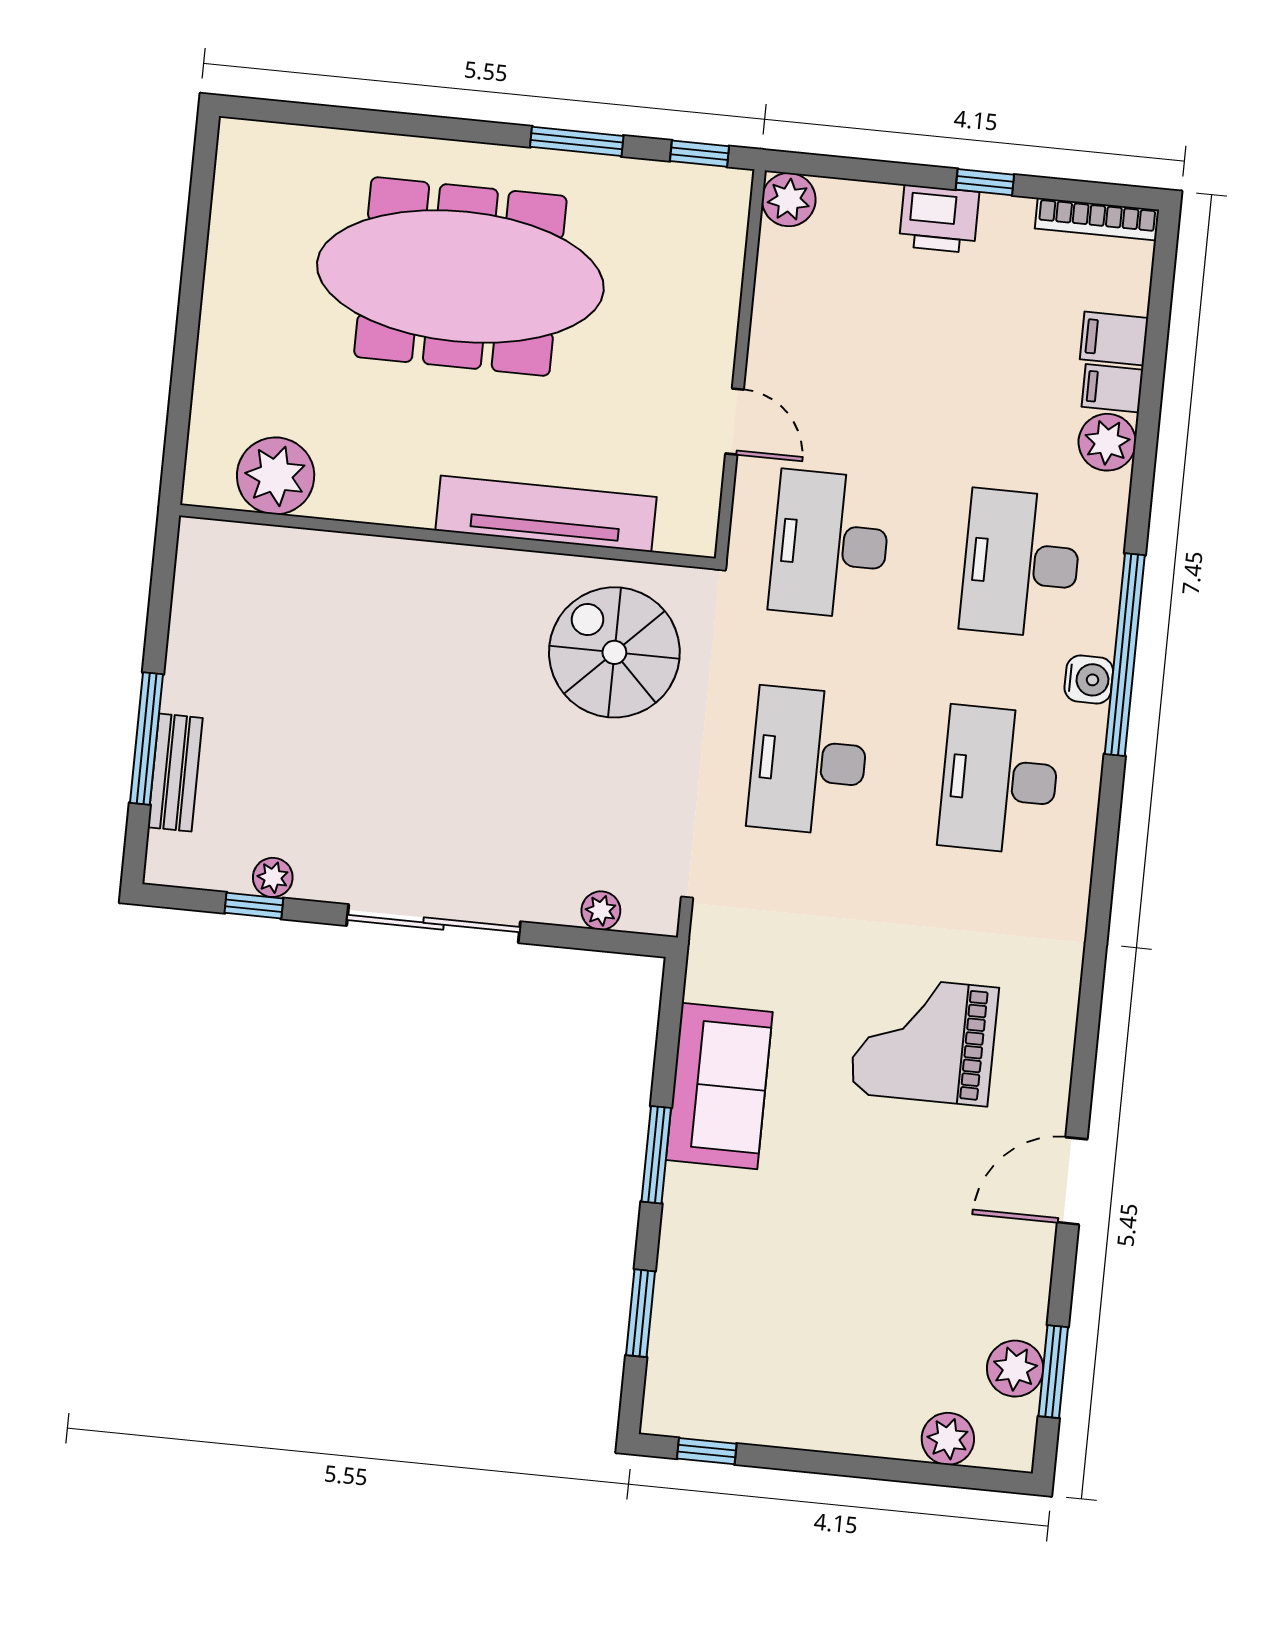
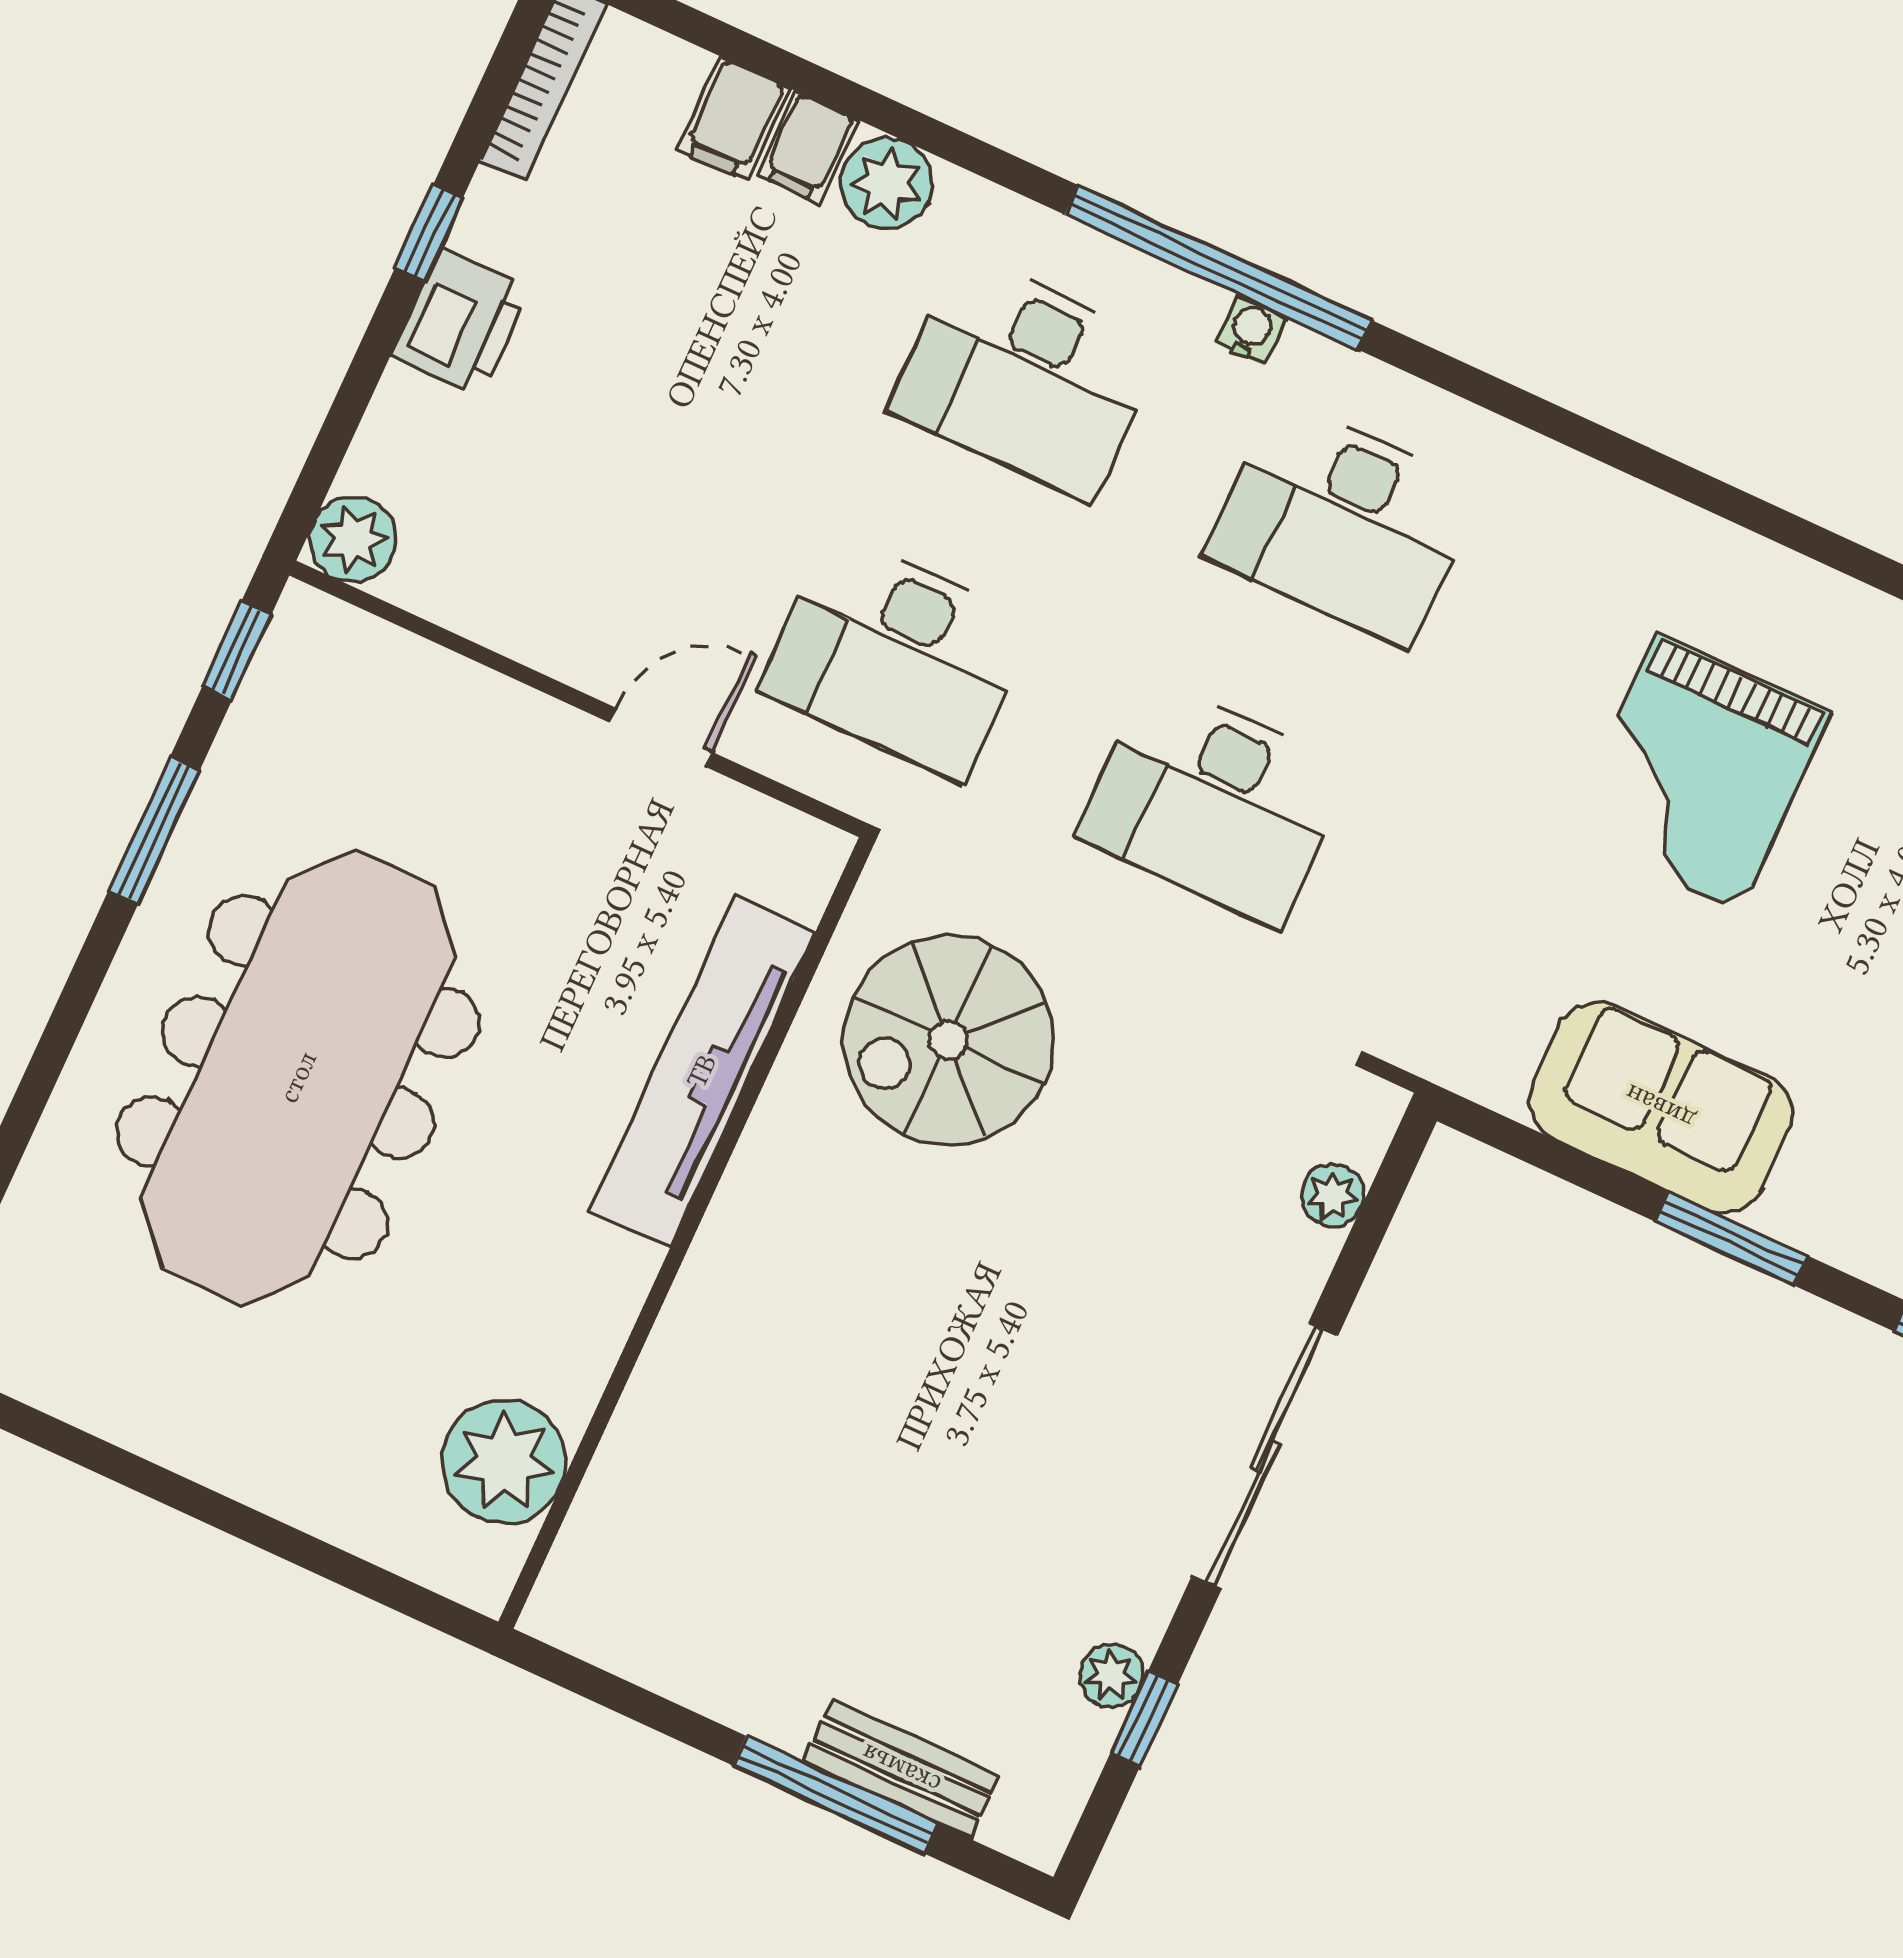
water cooler: (1089, 680) -> (1251, 330), width x0.72, depth x0.72

